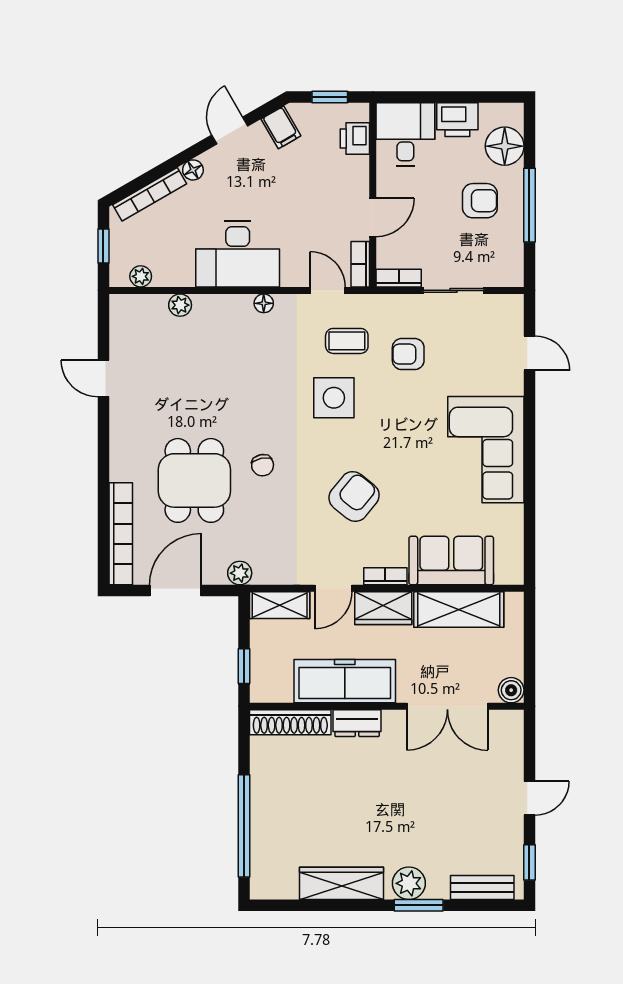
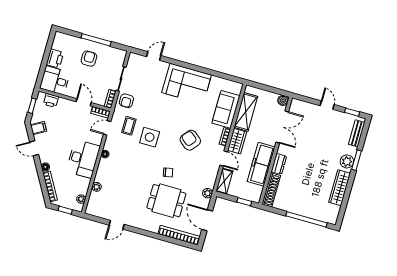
floor lamp: (505, 146) -> (70, 43), removed
armchair: (408, 354) -> (126, 101), moved

